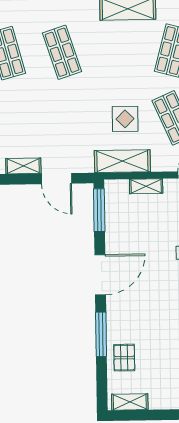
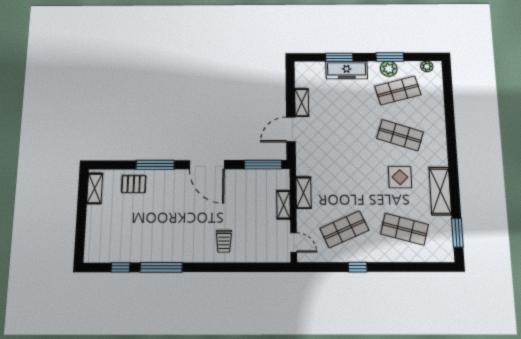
shop shelf: (62, 52) -> (400, 135), turned 36
display table: (125, 119) -> (400, 177), moved
shelving: (122, 161) -> (303, 193), width x0.67, depth x0.75

